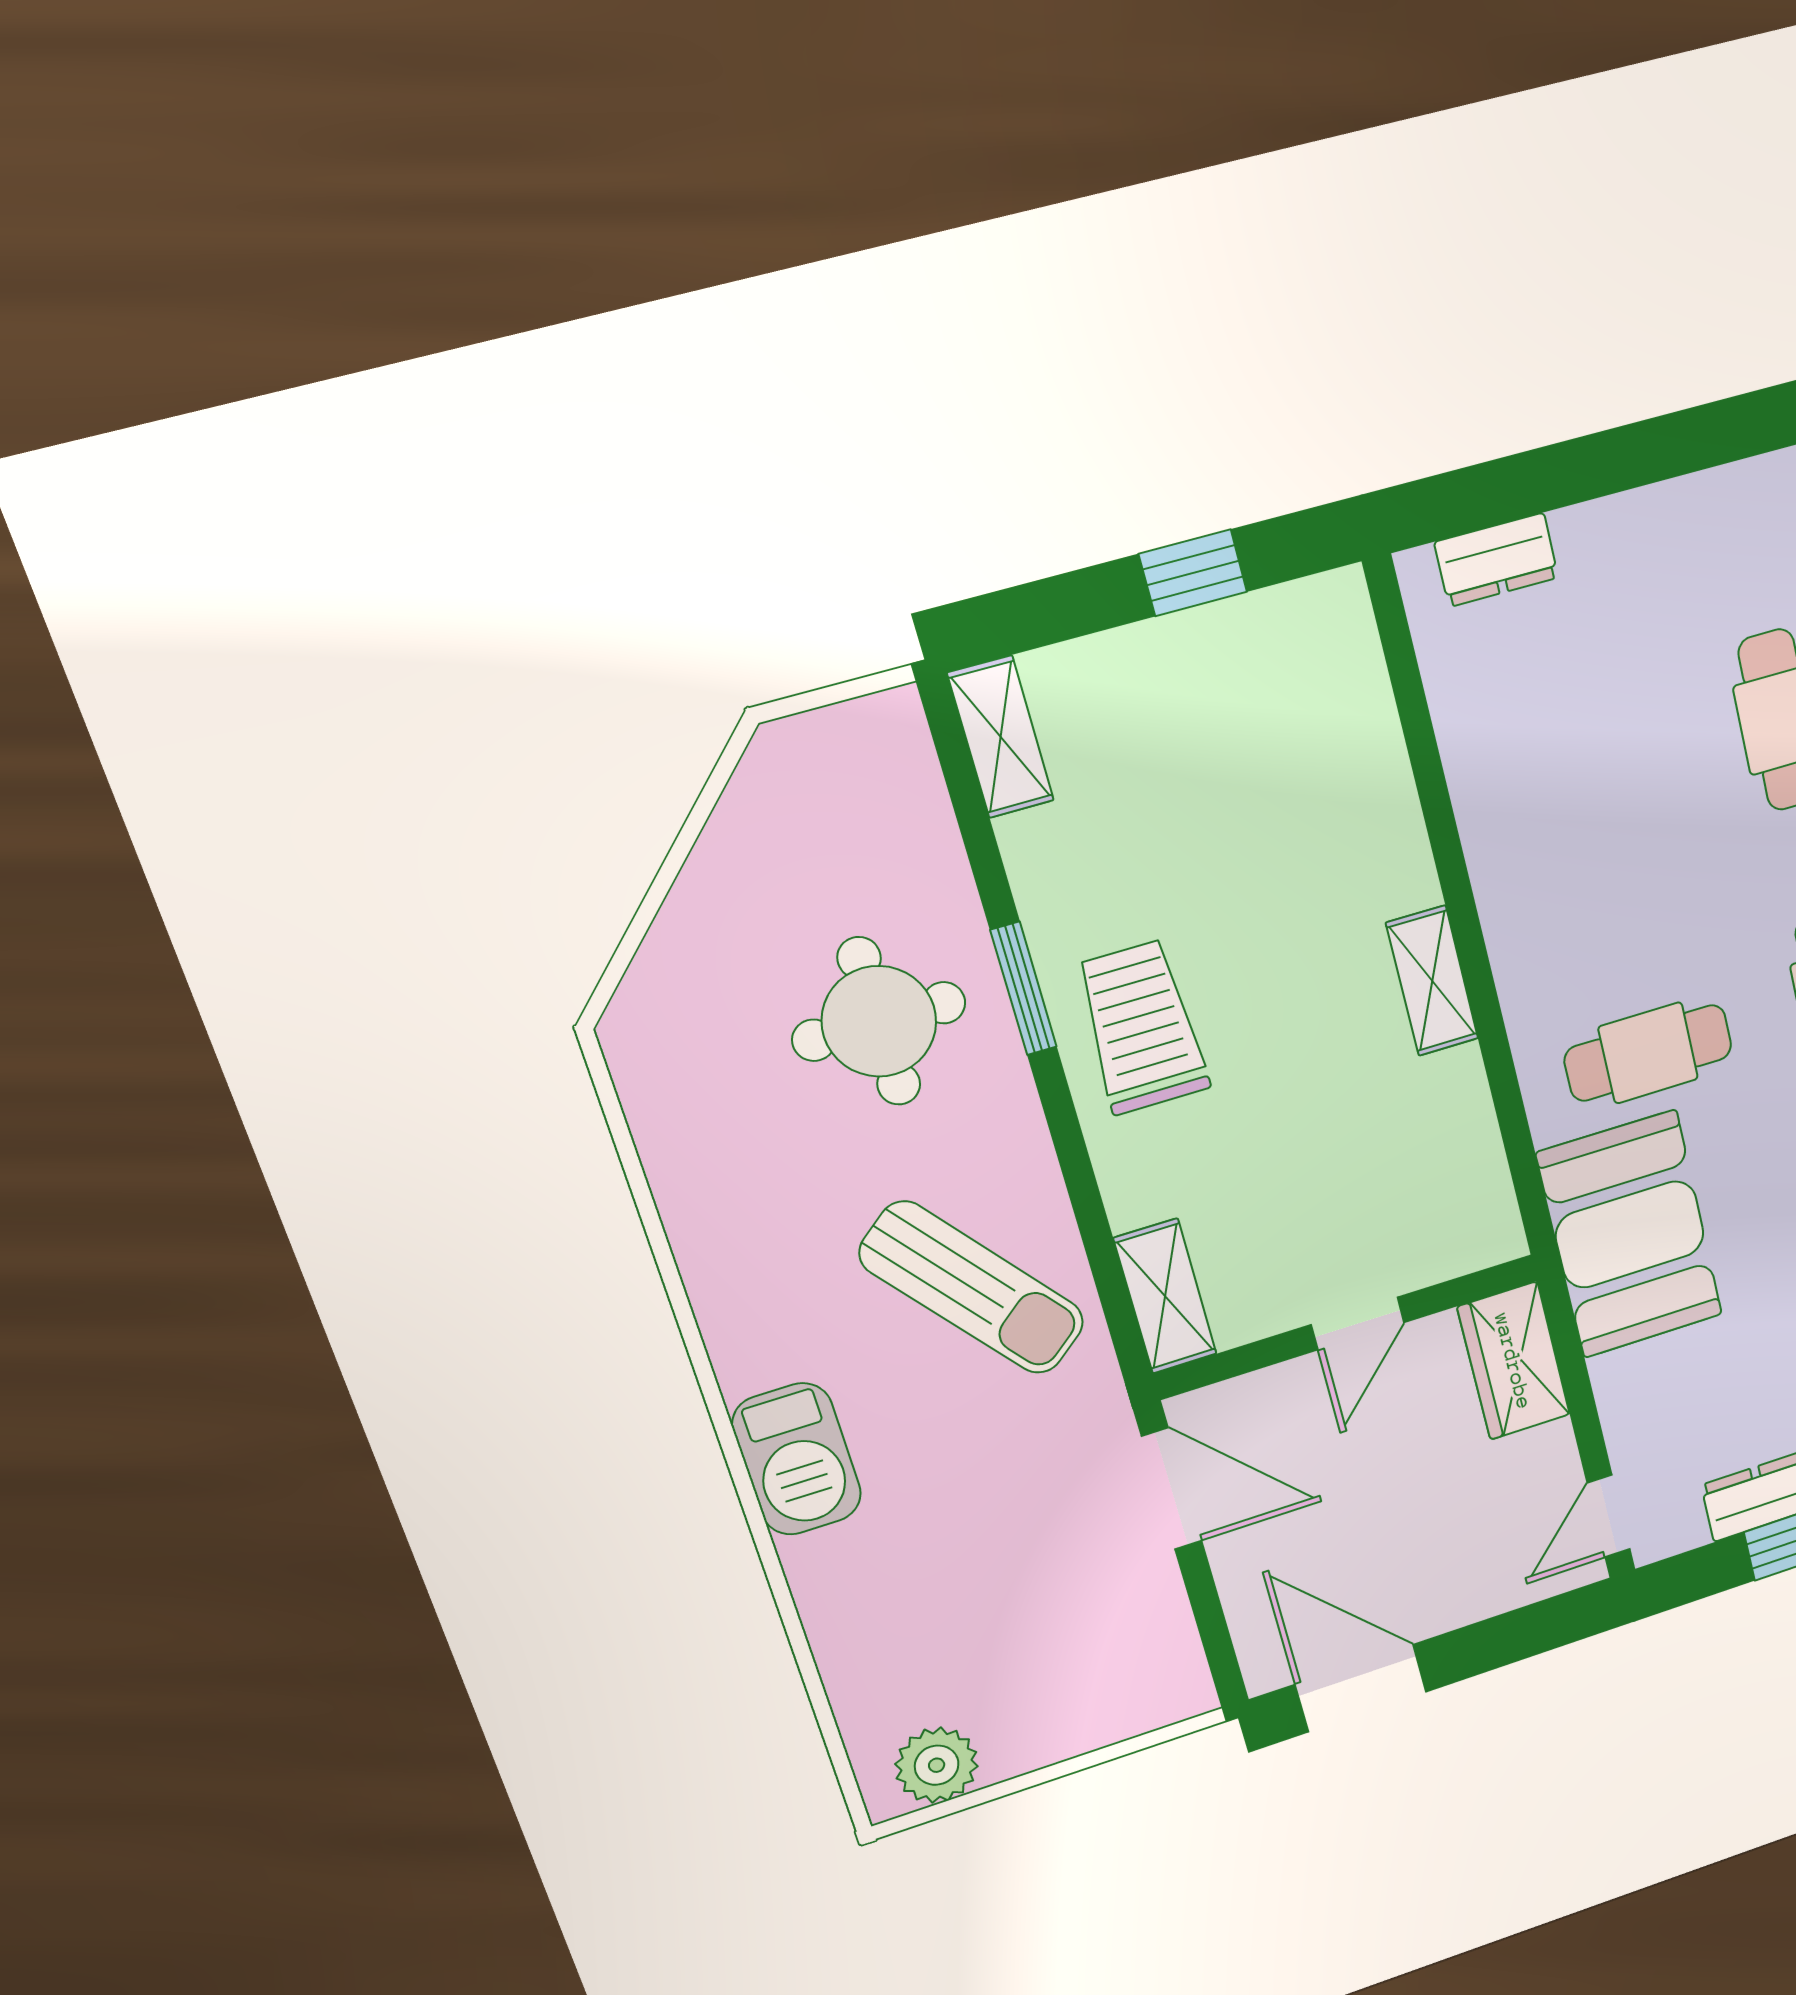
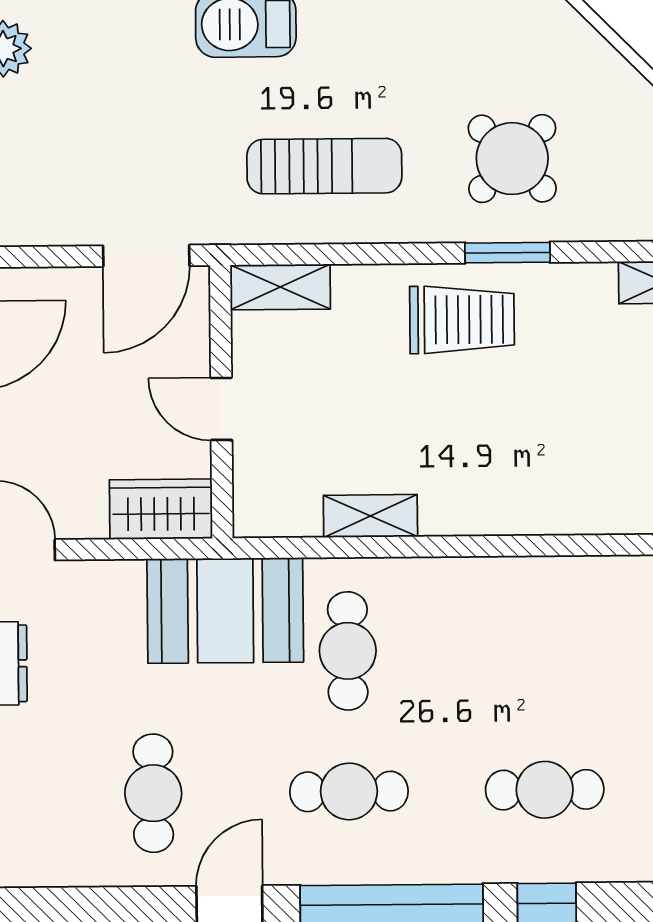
shelving: (1432, 981) -> (370, 516), moved
round table: (879, 1021) -> (512, 159), turned 45
sun lounger: (972, 1288) -> (324, 166), turned -141

